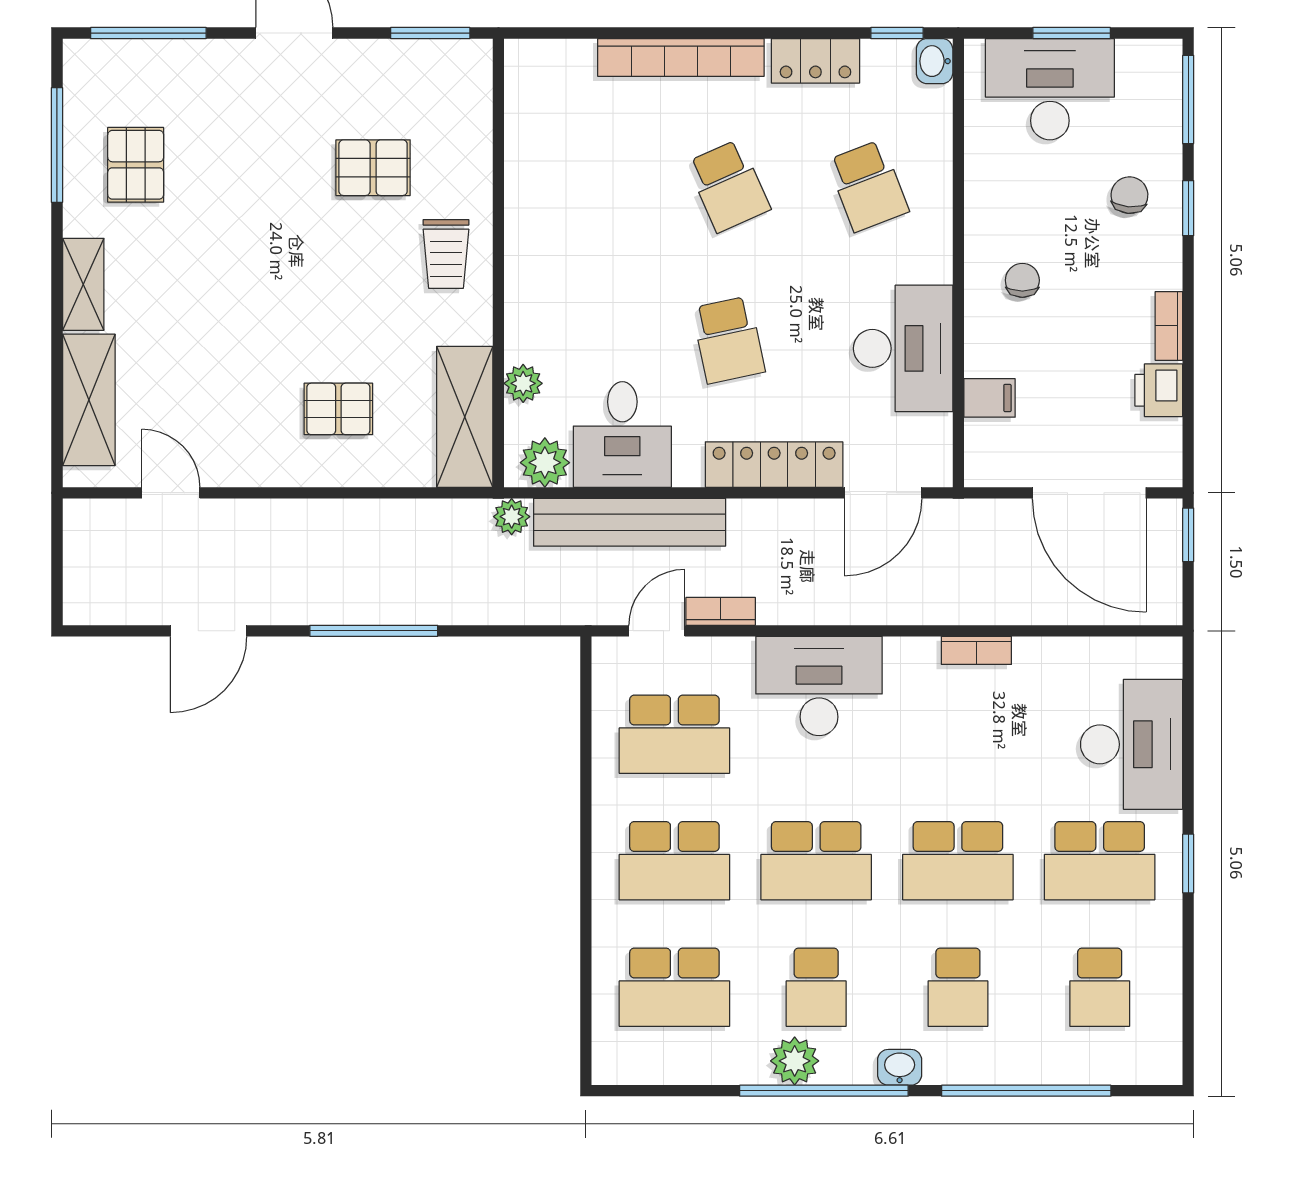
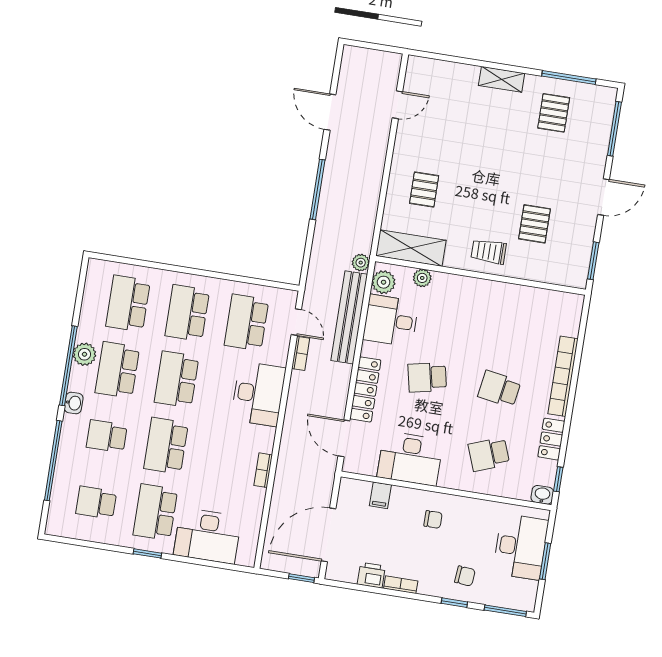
pallet: (136, 165) -> (554, 113), turned 90
school desk: (728, 186) -> (499, 389), turned 33
shelving: (89, 400) -> (447, 73), removed
school desk: (816, 987) -> (117, 370), width x1.85

